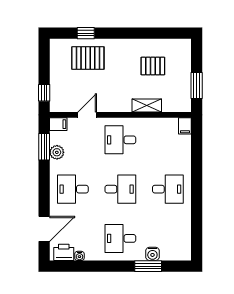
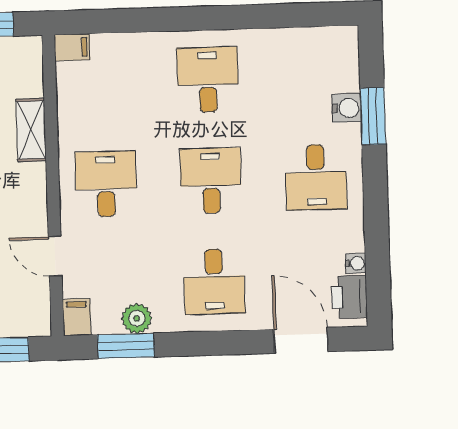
desk: (120, 140) -> (106, 184), turned 180

